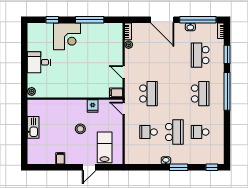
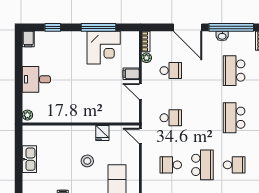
filing cabinet: (32, 29) -> (28, 39), added
corner desk: (67, 36) -> (104, 48), moved
school desk: (148, 55) -> (171, 71), added
filing cabinet: (116, 93) -> (131, 74), moved
school desk: (148, 94) -> (171, 118), width x0.54
school desk: (200, 94) -> (234, 118), turned 180
school desk: (200, 132) -> (234, 165), turned 180

